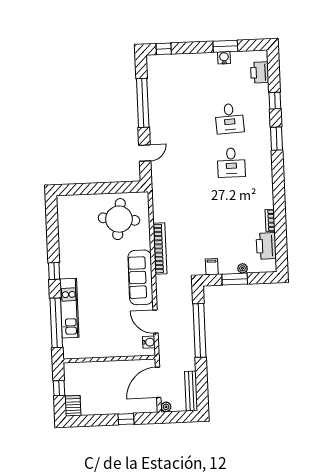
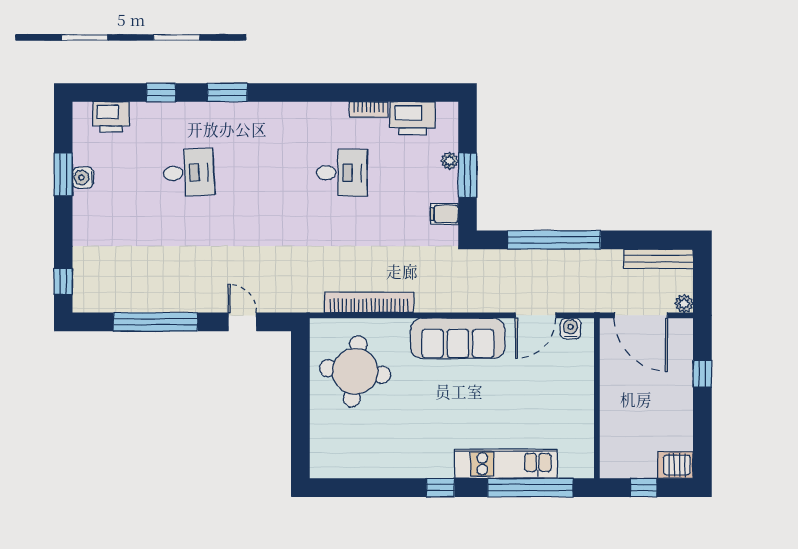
desk: (231, 163) -> (342, 173), moved
bookcase: (160, 248) -> (369, 302), moved

